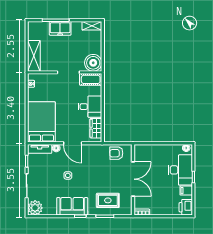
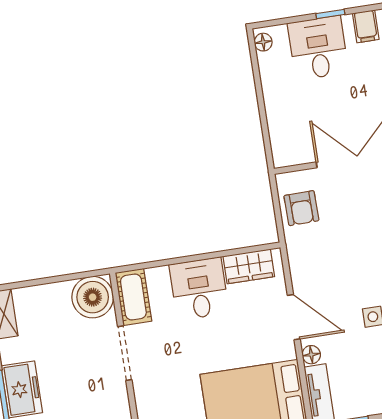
door: (73, 143) -> (294, 317), hinge flipped
desk: (180, 170) -> (318, 48), width x0.73

